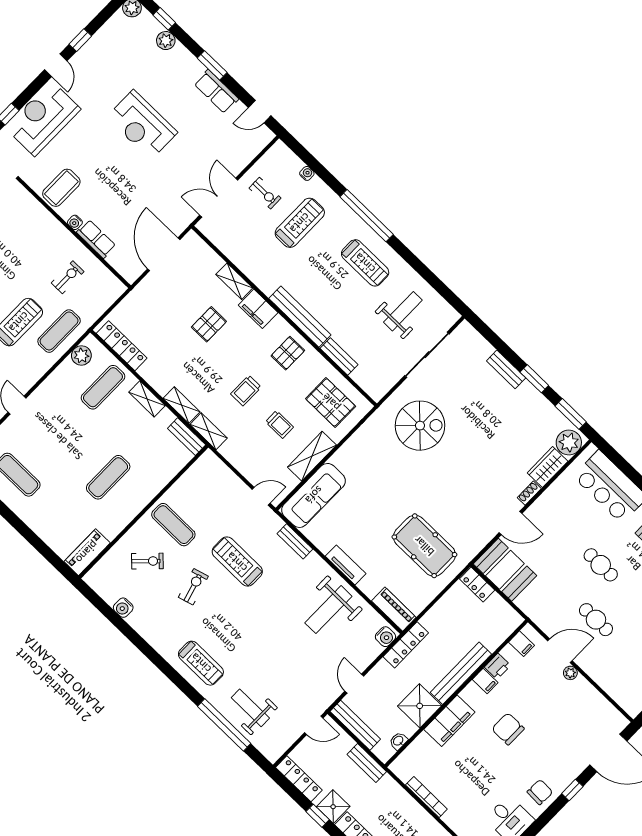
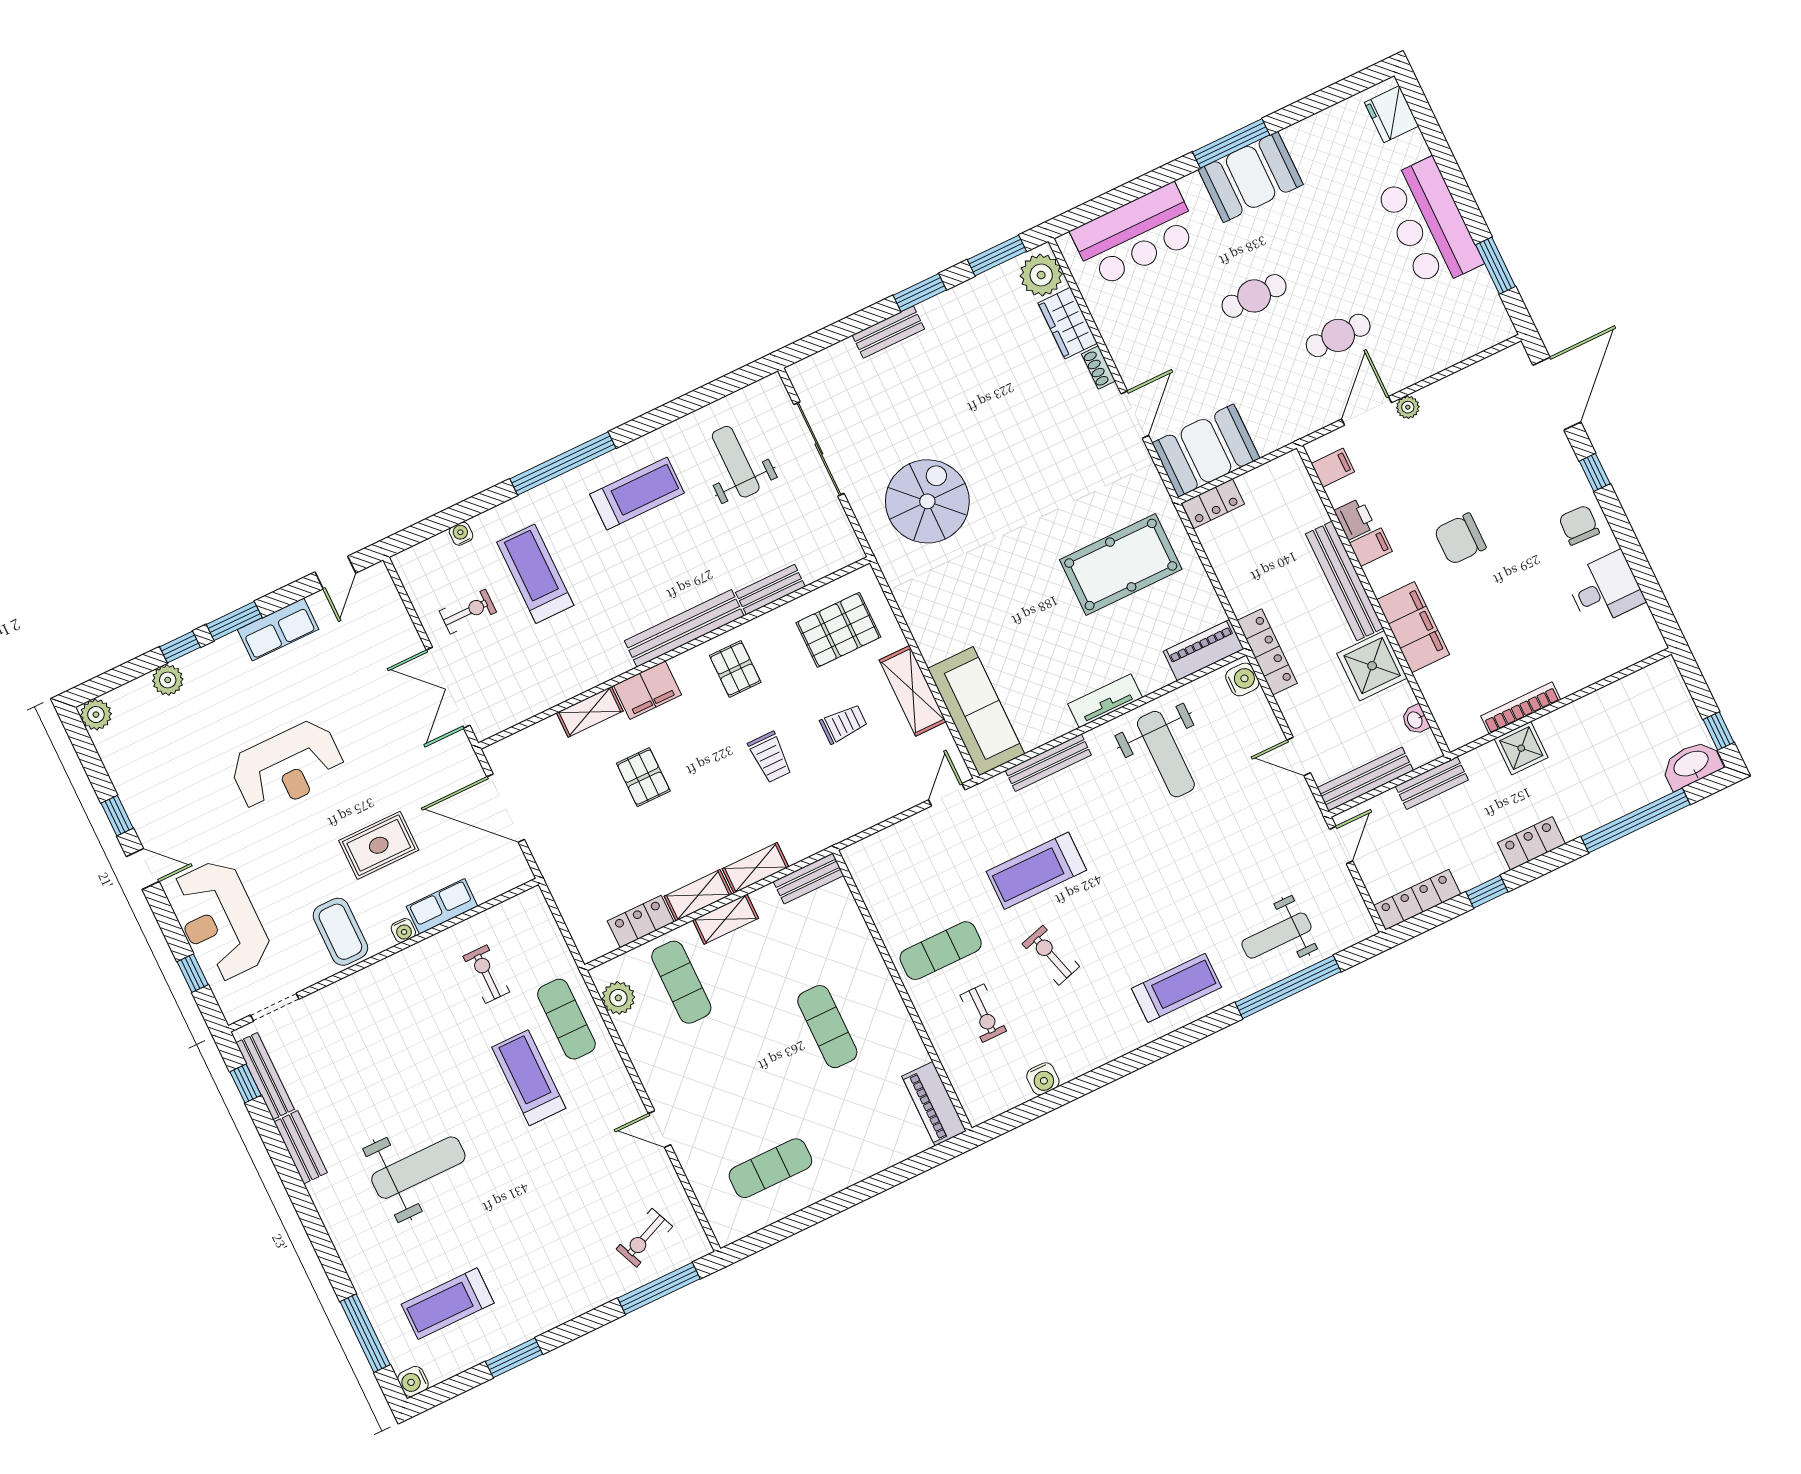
window: (164, 19) -> (180, 647), moved
rug: (117, 191) -> (379, 845), added
locker: (122, 346) -> (641, 921), width x0.66
shelving: (209, 431) -> (698, 895), moved
bench: (295, 541) -> (1048, 763), width x1.36
exercise bike: (147, 561) -> (983, 1013), turned 135
shower: (333, 807) -> (1521, 748), moved

